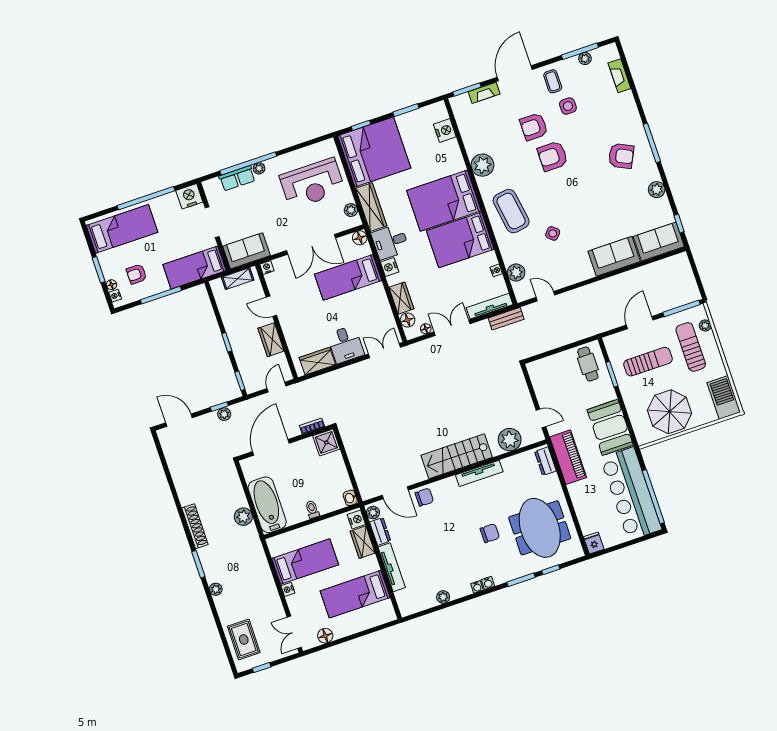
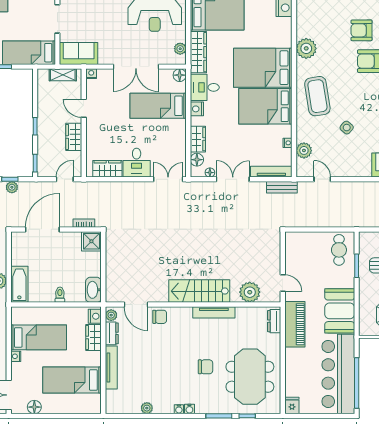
washbasin: (350, 498) -> (93, 290), width x1.91, depth x1.45
bathtub: (267, 505) -> (19, 284), width x0.73, depth x0.73

